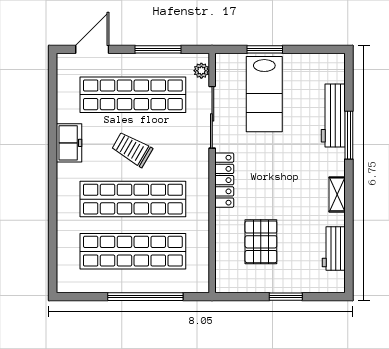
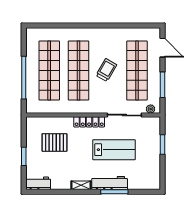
lab bench: (264, 94) -> (114, 150), moved, turned 180
workbench: (333, 116) -> (110, 183), moved
freezer: (69, 143) -> (110, 35), removed
workbench: (334, 249) -> (38, 183), moved

